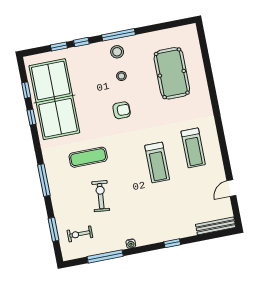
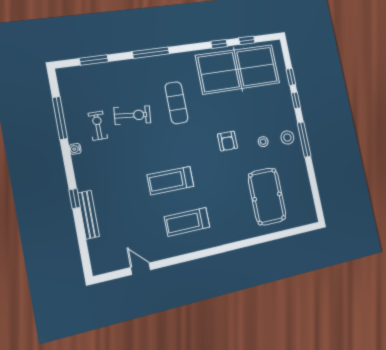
pool table: (172, 73) -> (267, 197), turned 90
bench: (216, 226) -> (88, 215), moved
exercise bike: (80, 234) -> (98, 126), moved

